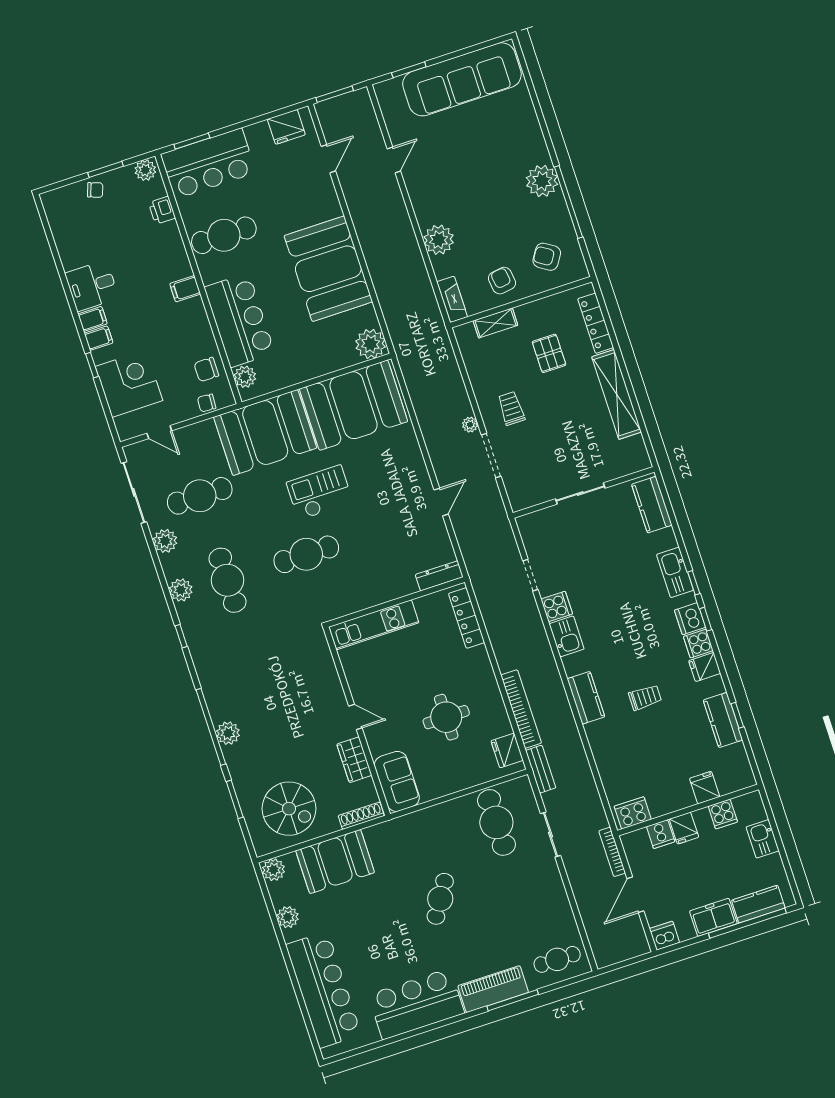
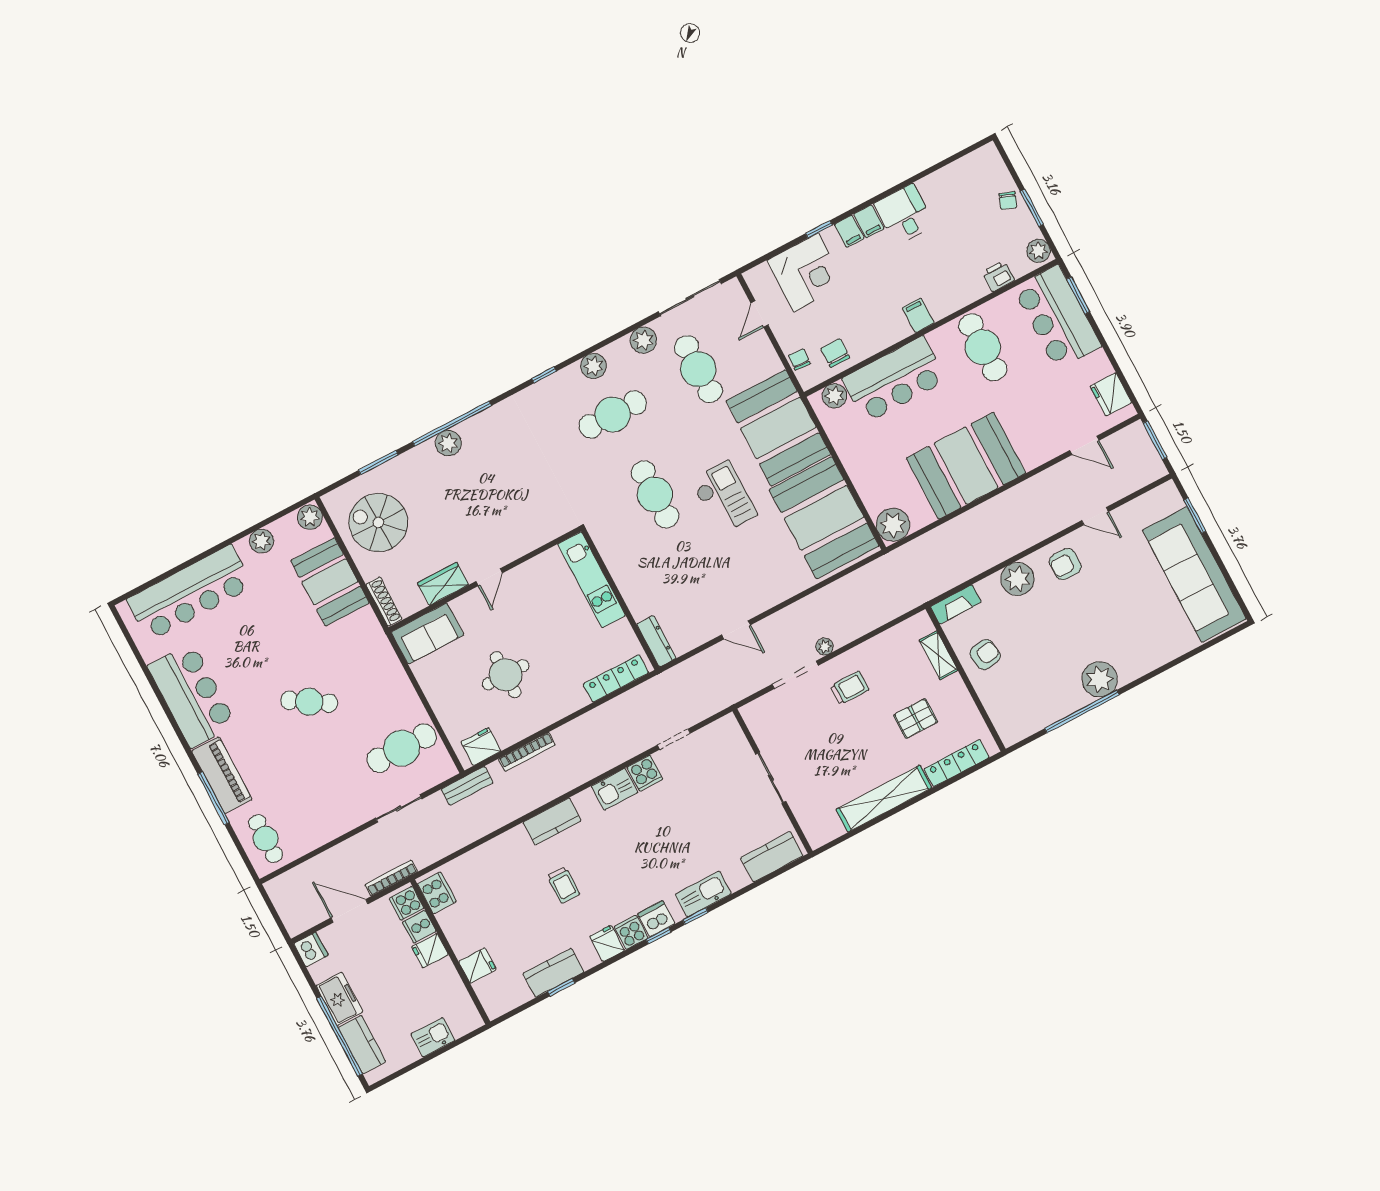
armchair: (547, 257) -> (1065, 564), moved, turned -123
bookcase: (521, 709) -> (527, 752), width x0.68, depth x0.76
spiral stairs: (289, 809) -> (378, 523), turned 90
cooker: (723, 814) -> (406, 903), moved

